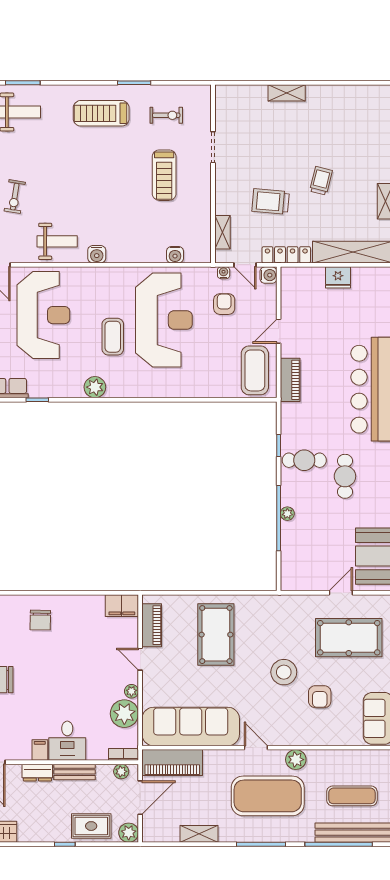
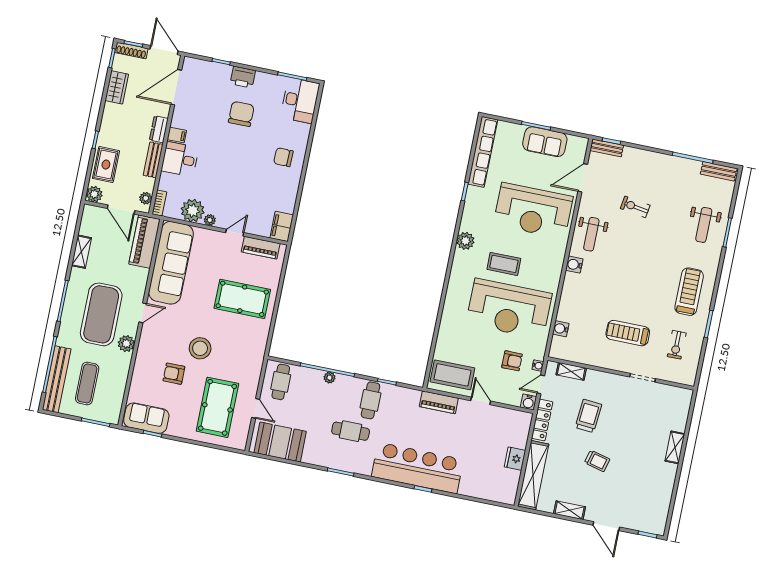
cafe table: (304, 570) -> (281, 382), added

